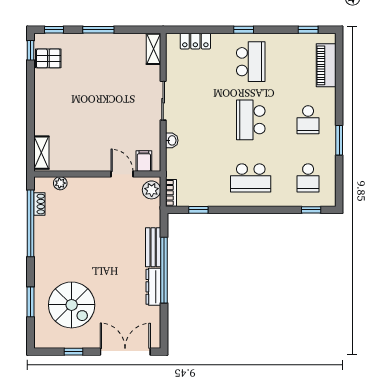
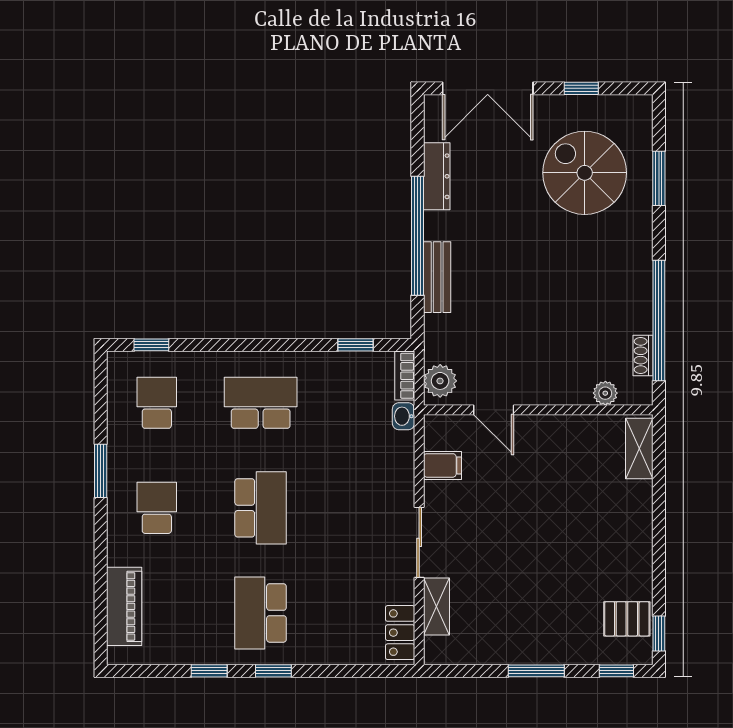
window: (308, 30) -> (209, 671), moved
locker: (195, 41) -> (400, 633), moved, turned -90
shelving: (154, 49) -> (436, 607), moved
washbasin: (172, 140) -> (403, 416), moved
filing cabinet: (144, 161) -> (442, 465), moved, turned -90
dresser: (153, 287) -> (437, 176), moved

